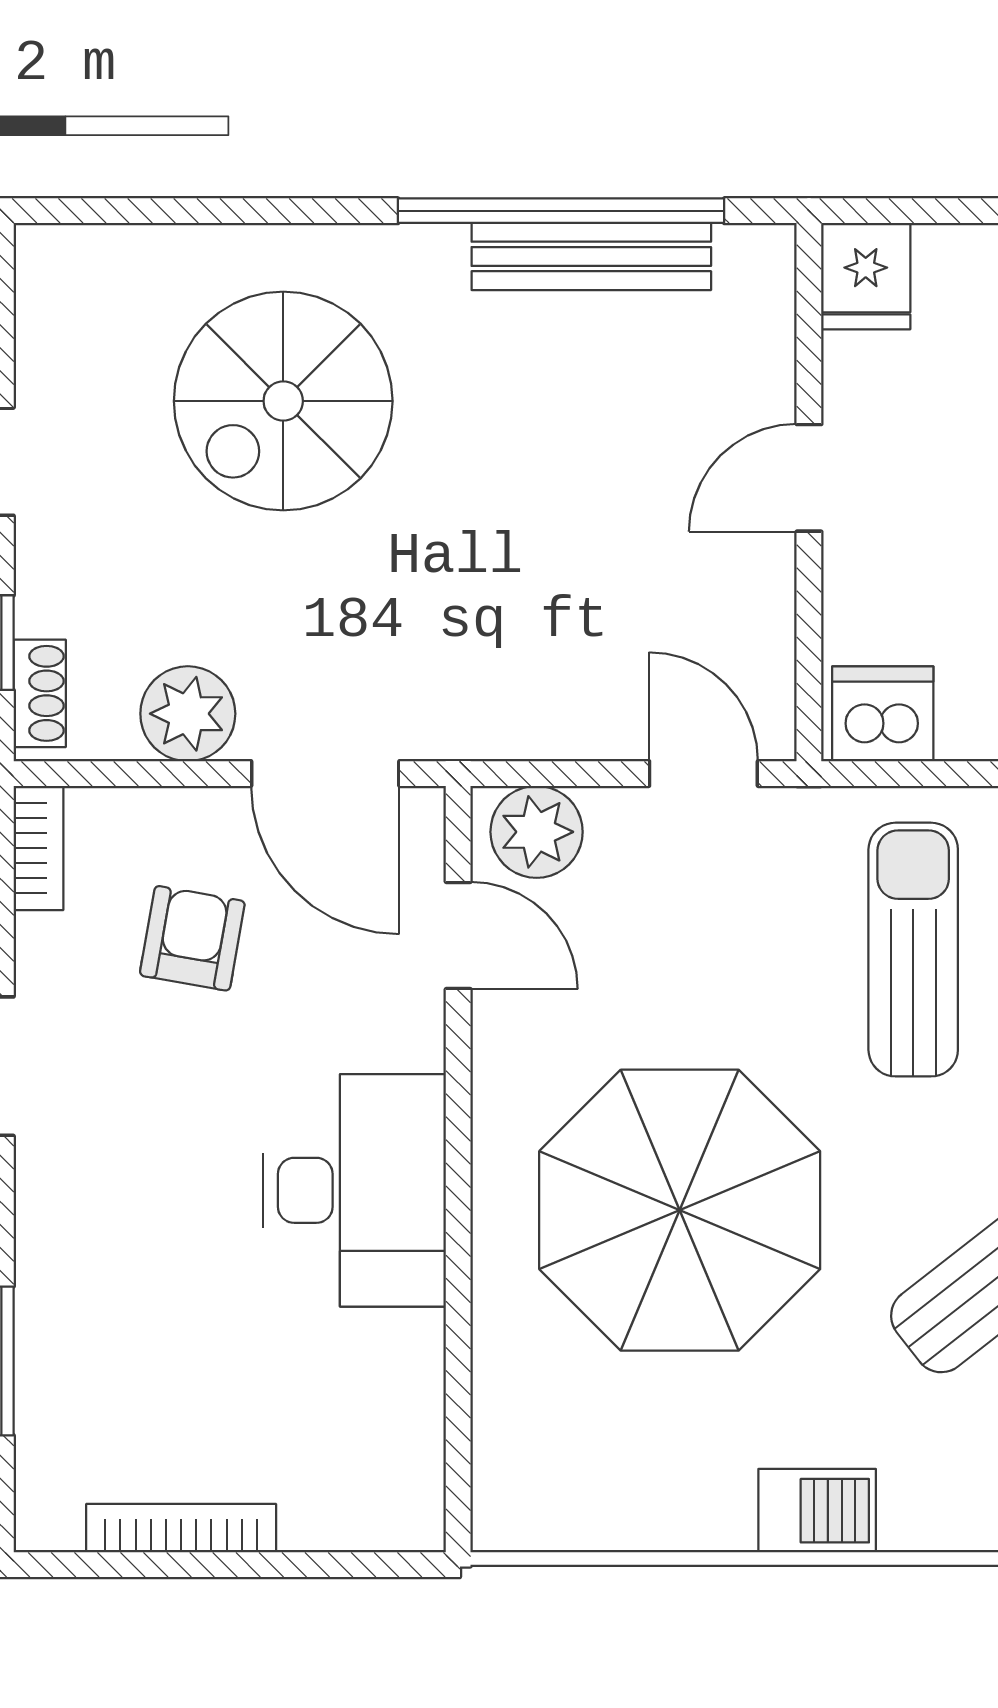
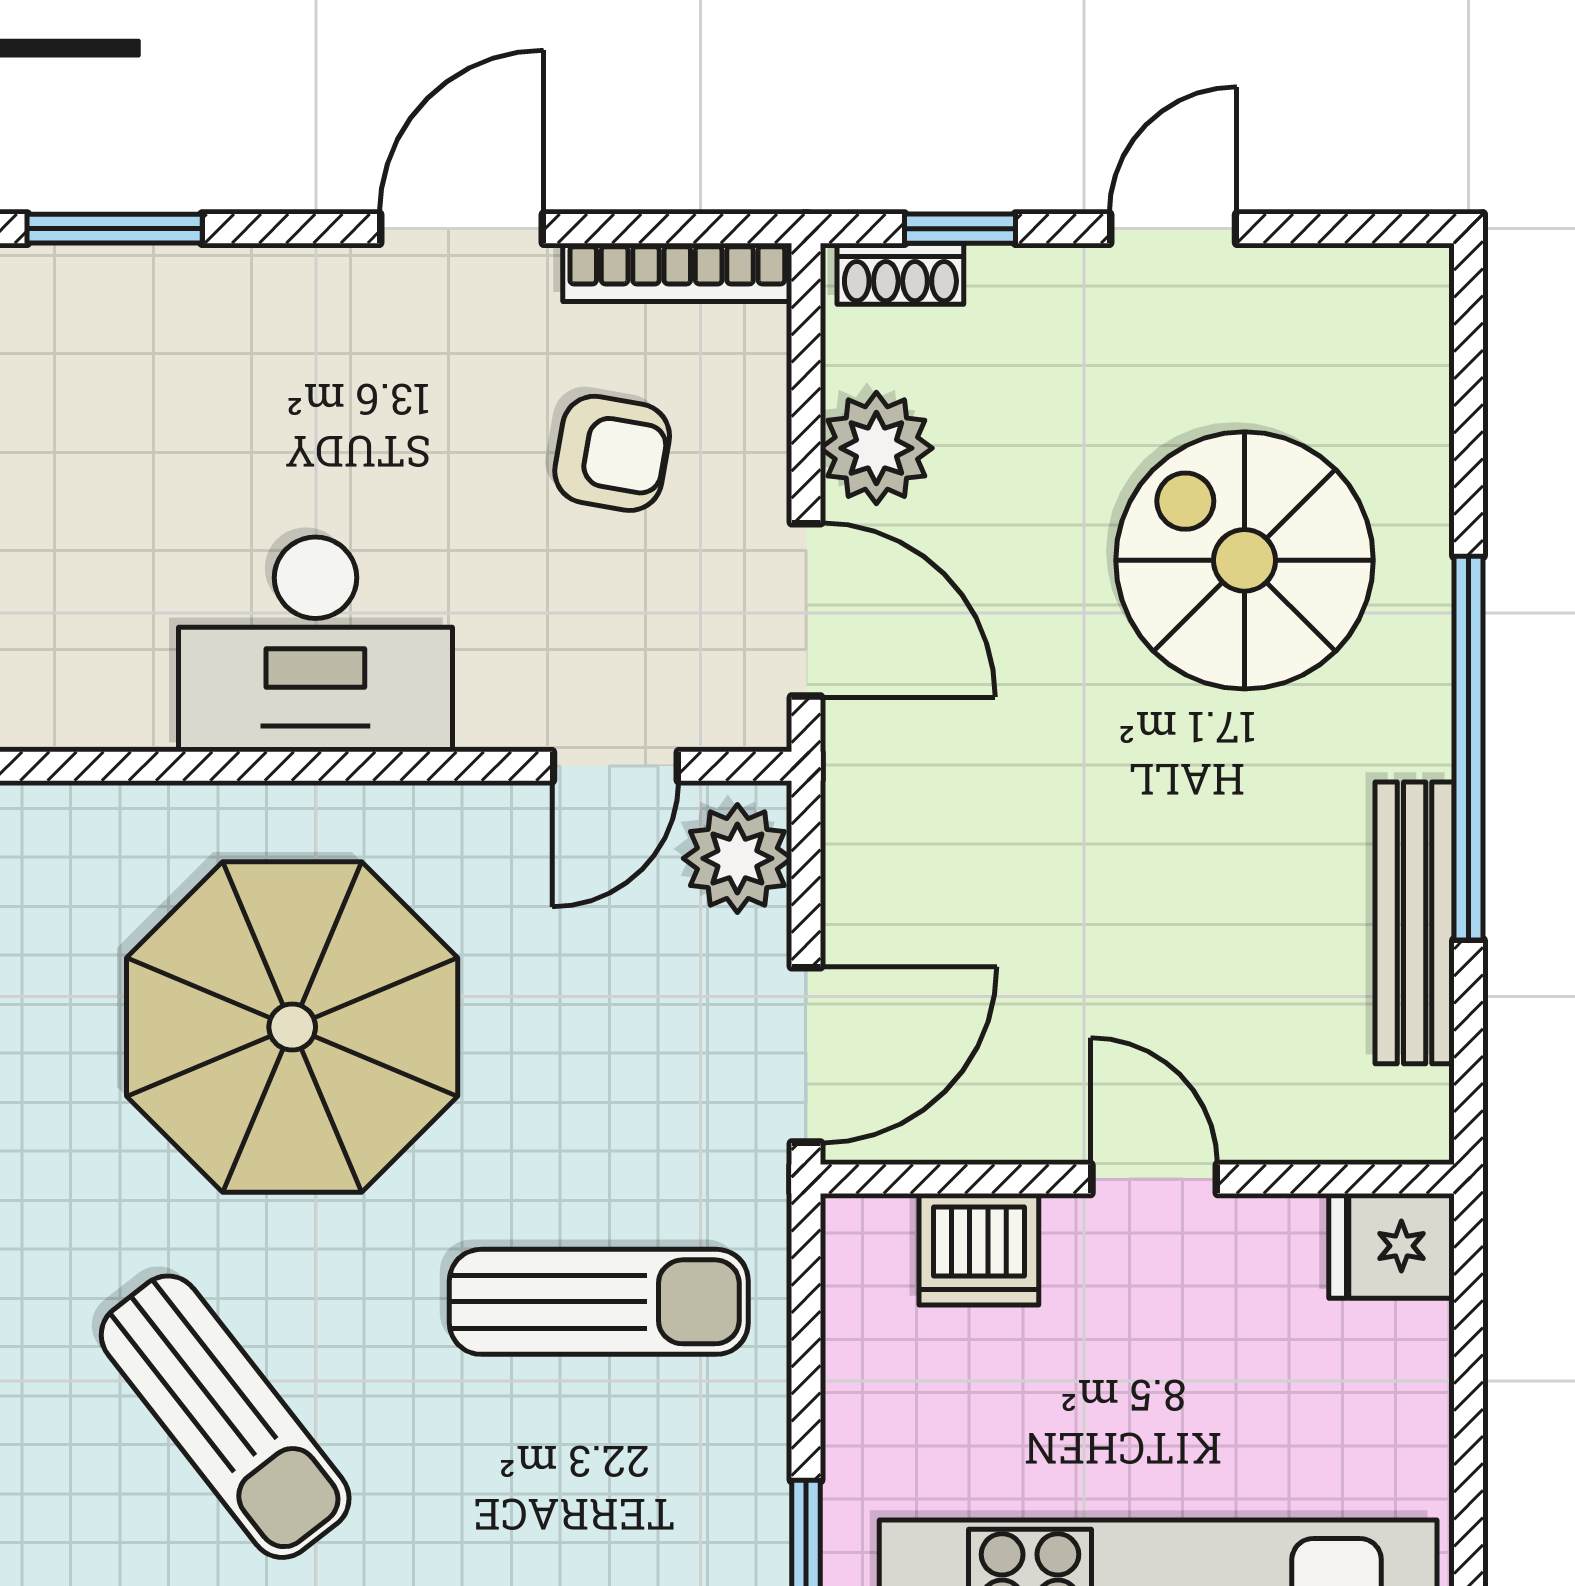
window: (561, 211) -> (1468, 748), moved
dishwasher: (883, 714) -> (979, 1249), moved, turned 90
door: (325, 774) -> (806, 610), swing flipped
door: (703, 774) -> (806, 1055), width x1.38
bookcase: (38, 848) -> (677, 272), width x1.56

